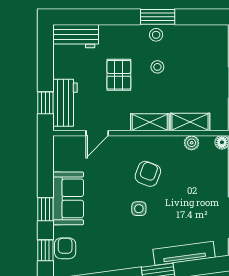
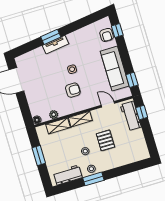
workbench: (76, 36) -> (68, 175), moved
door: (97, 133) -> (108, 104), hinge flipped
armchair: (148, 174) -> (73, 90), turned -111
sofa: (68, 198) -> (115, 69), width x1.36
window: (45, 209) -> (132, 80), moved
tv unit: (184, 253) -> (56, 45), moved, width x0.71

